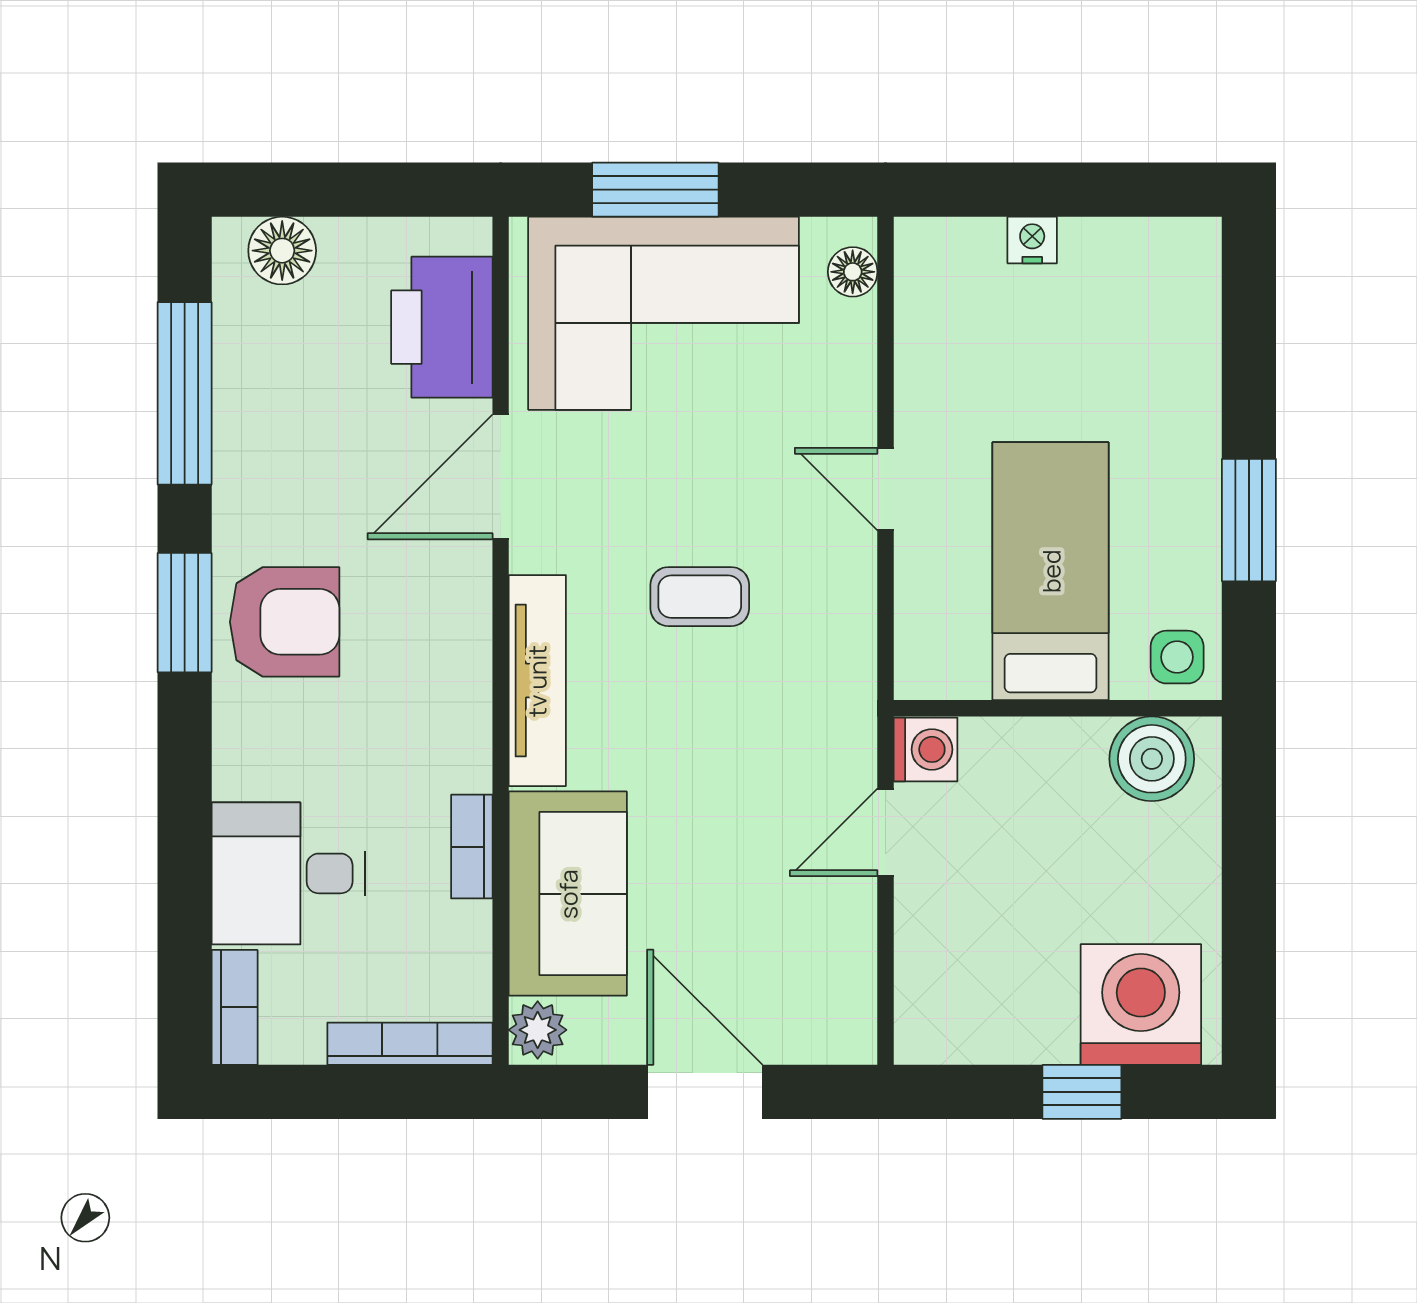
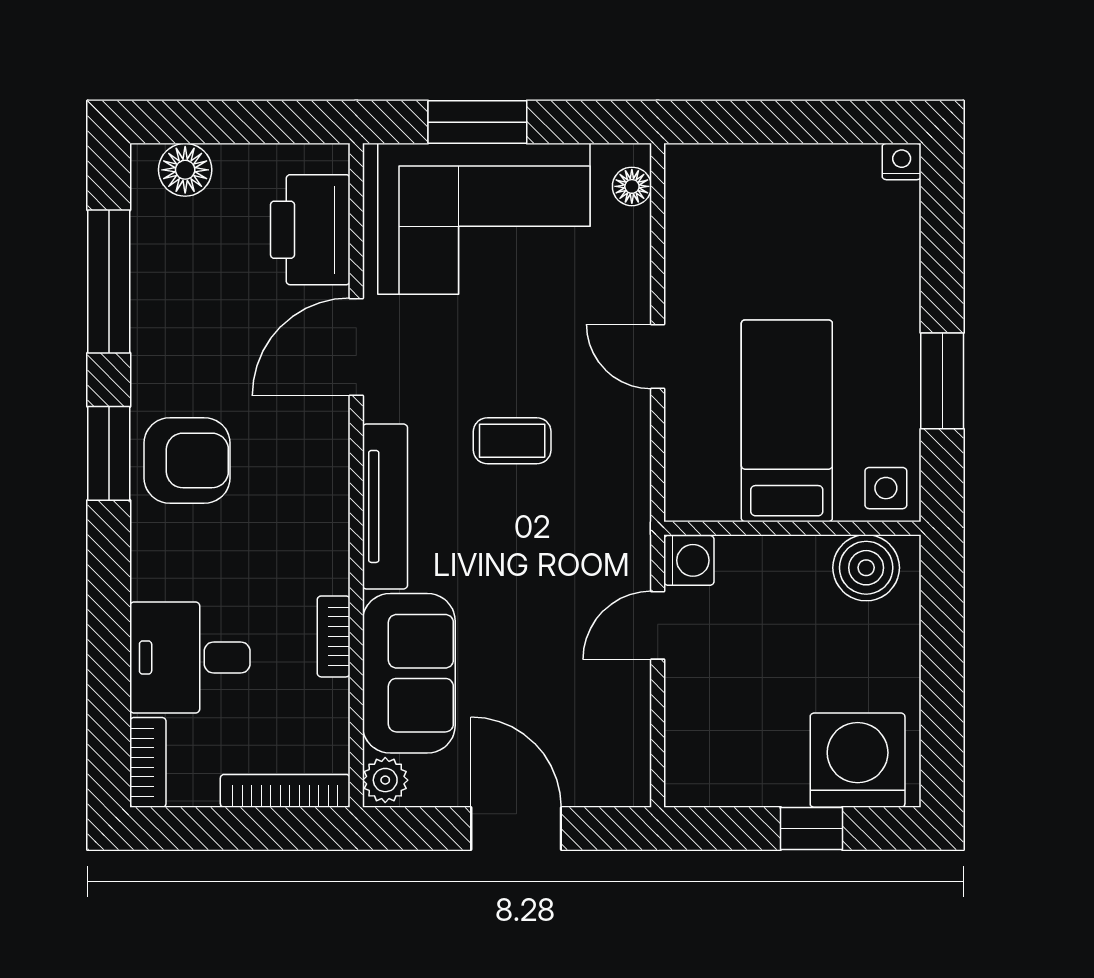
nightstand: (1032, 240) -> (902, 162), moved

